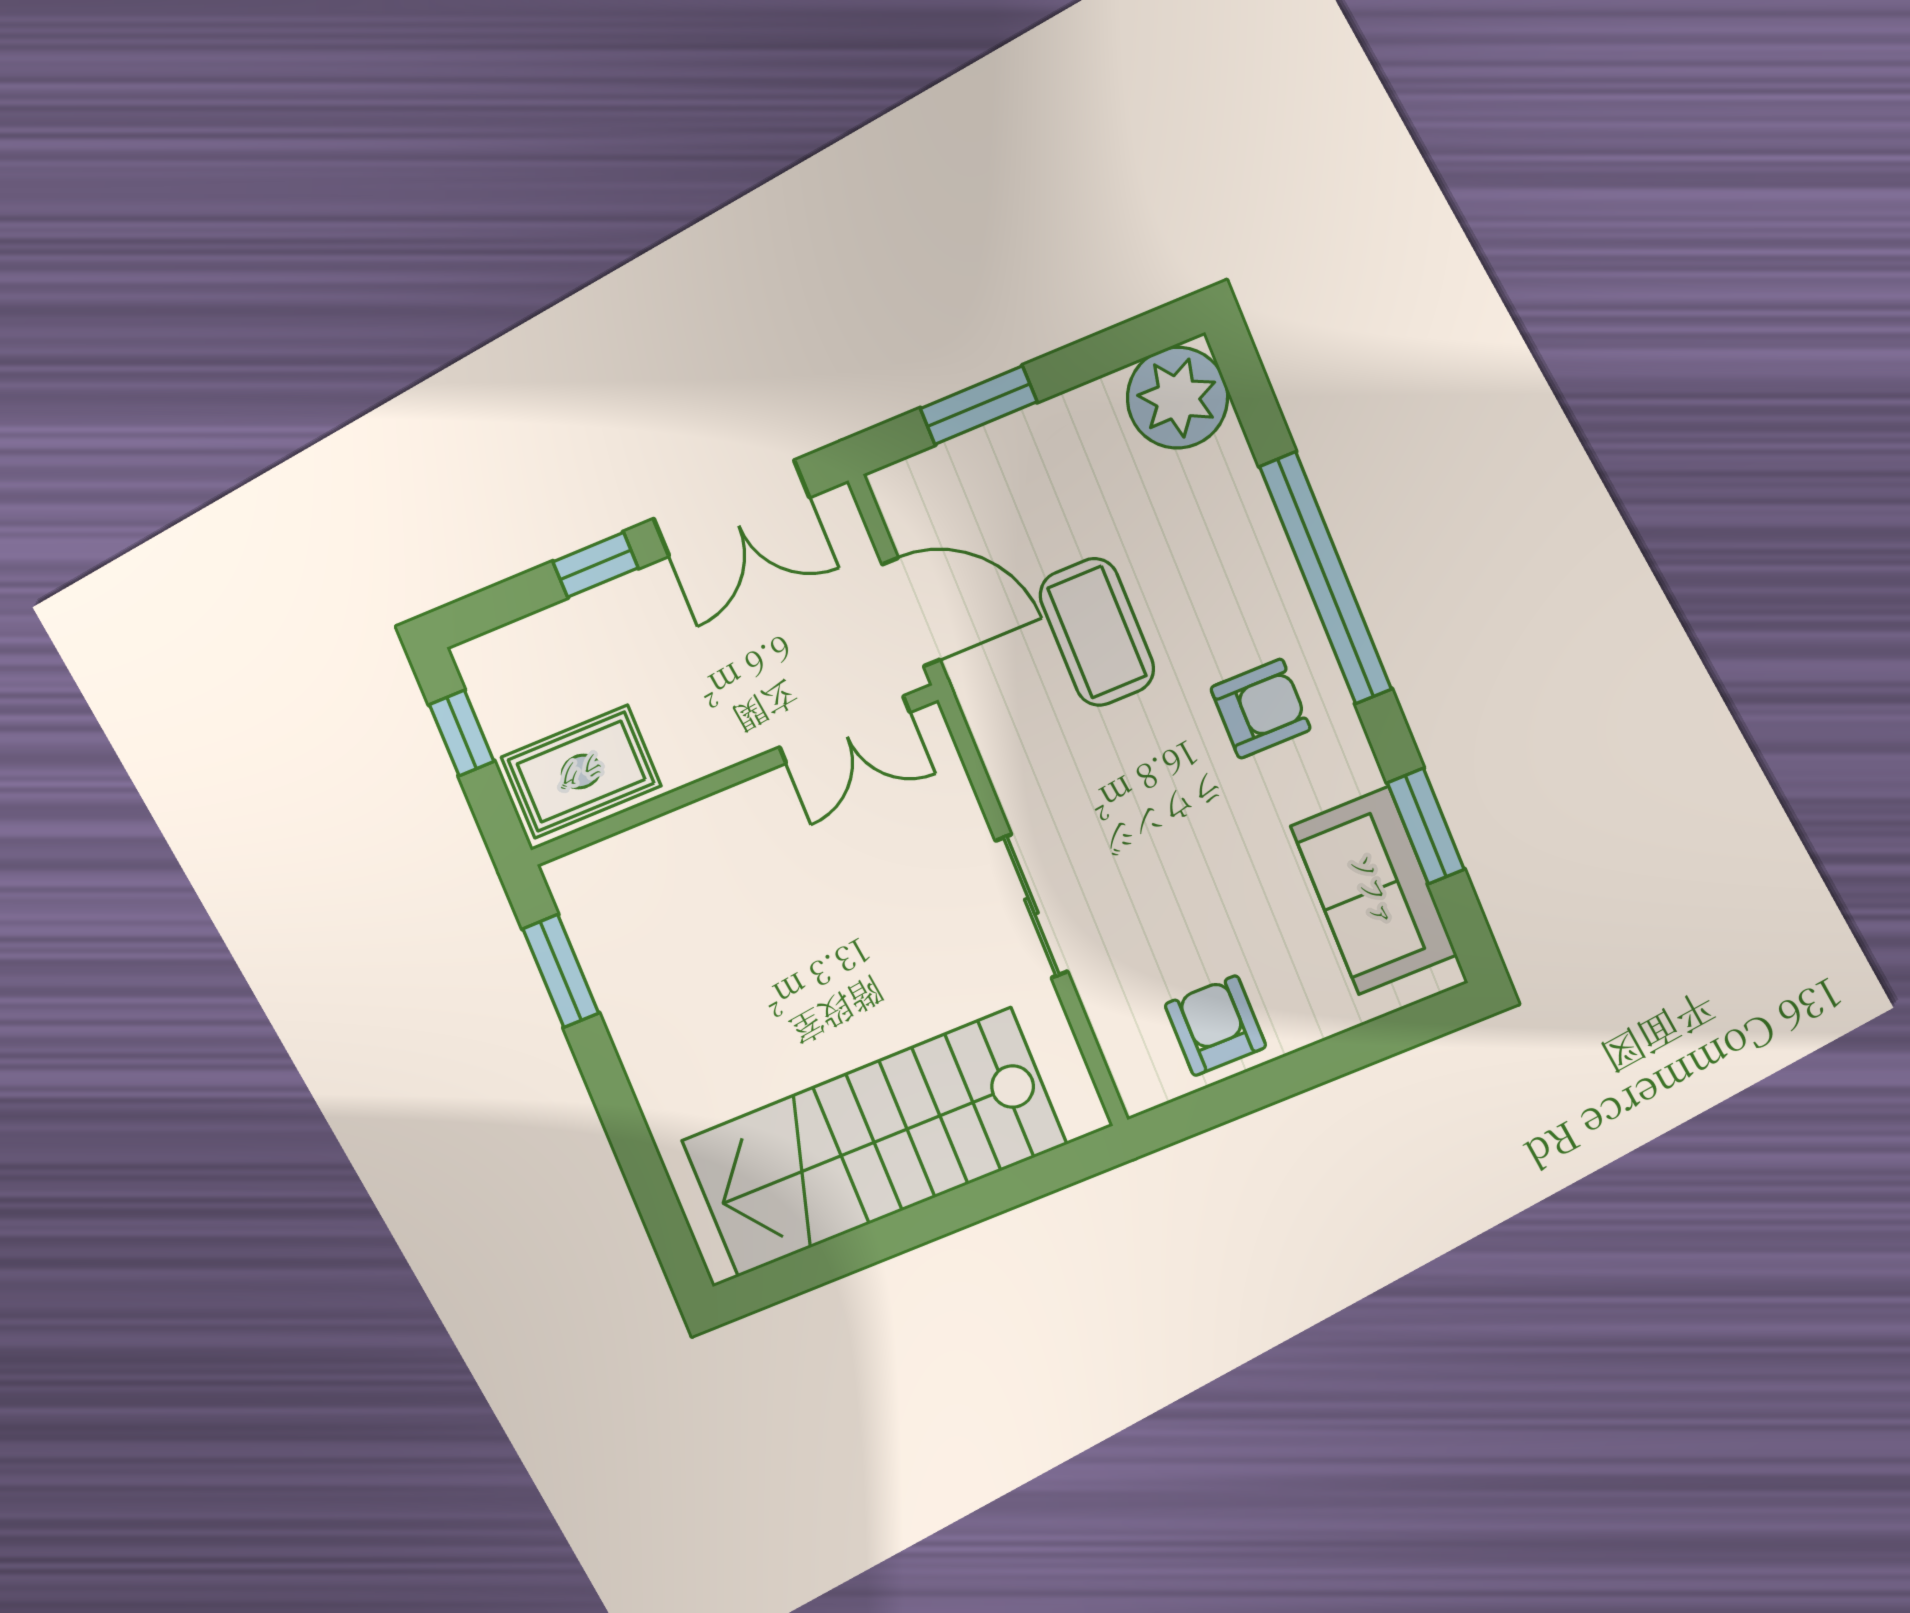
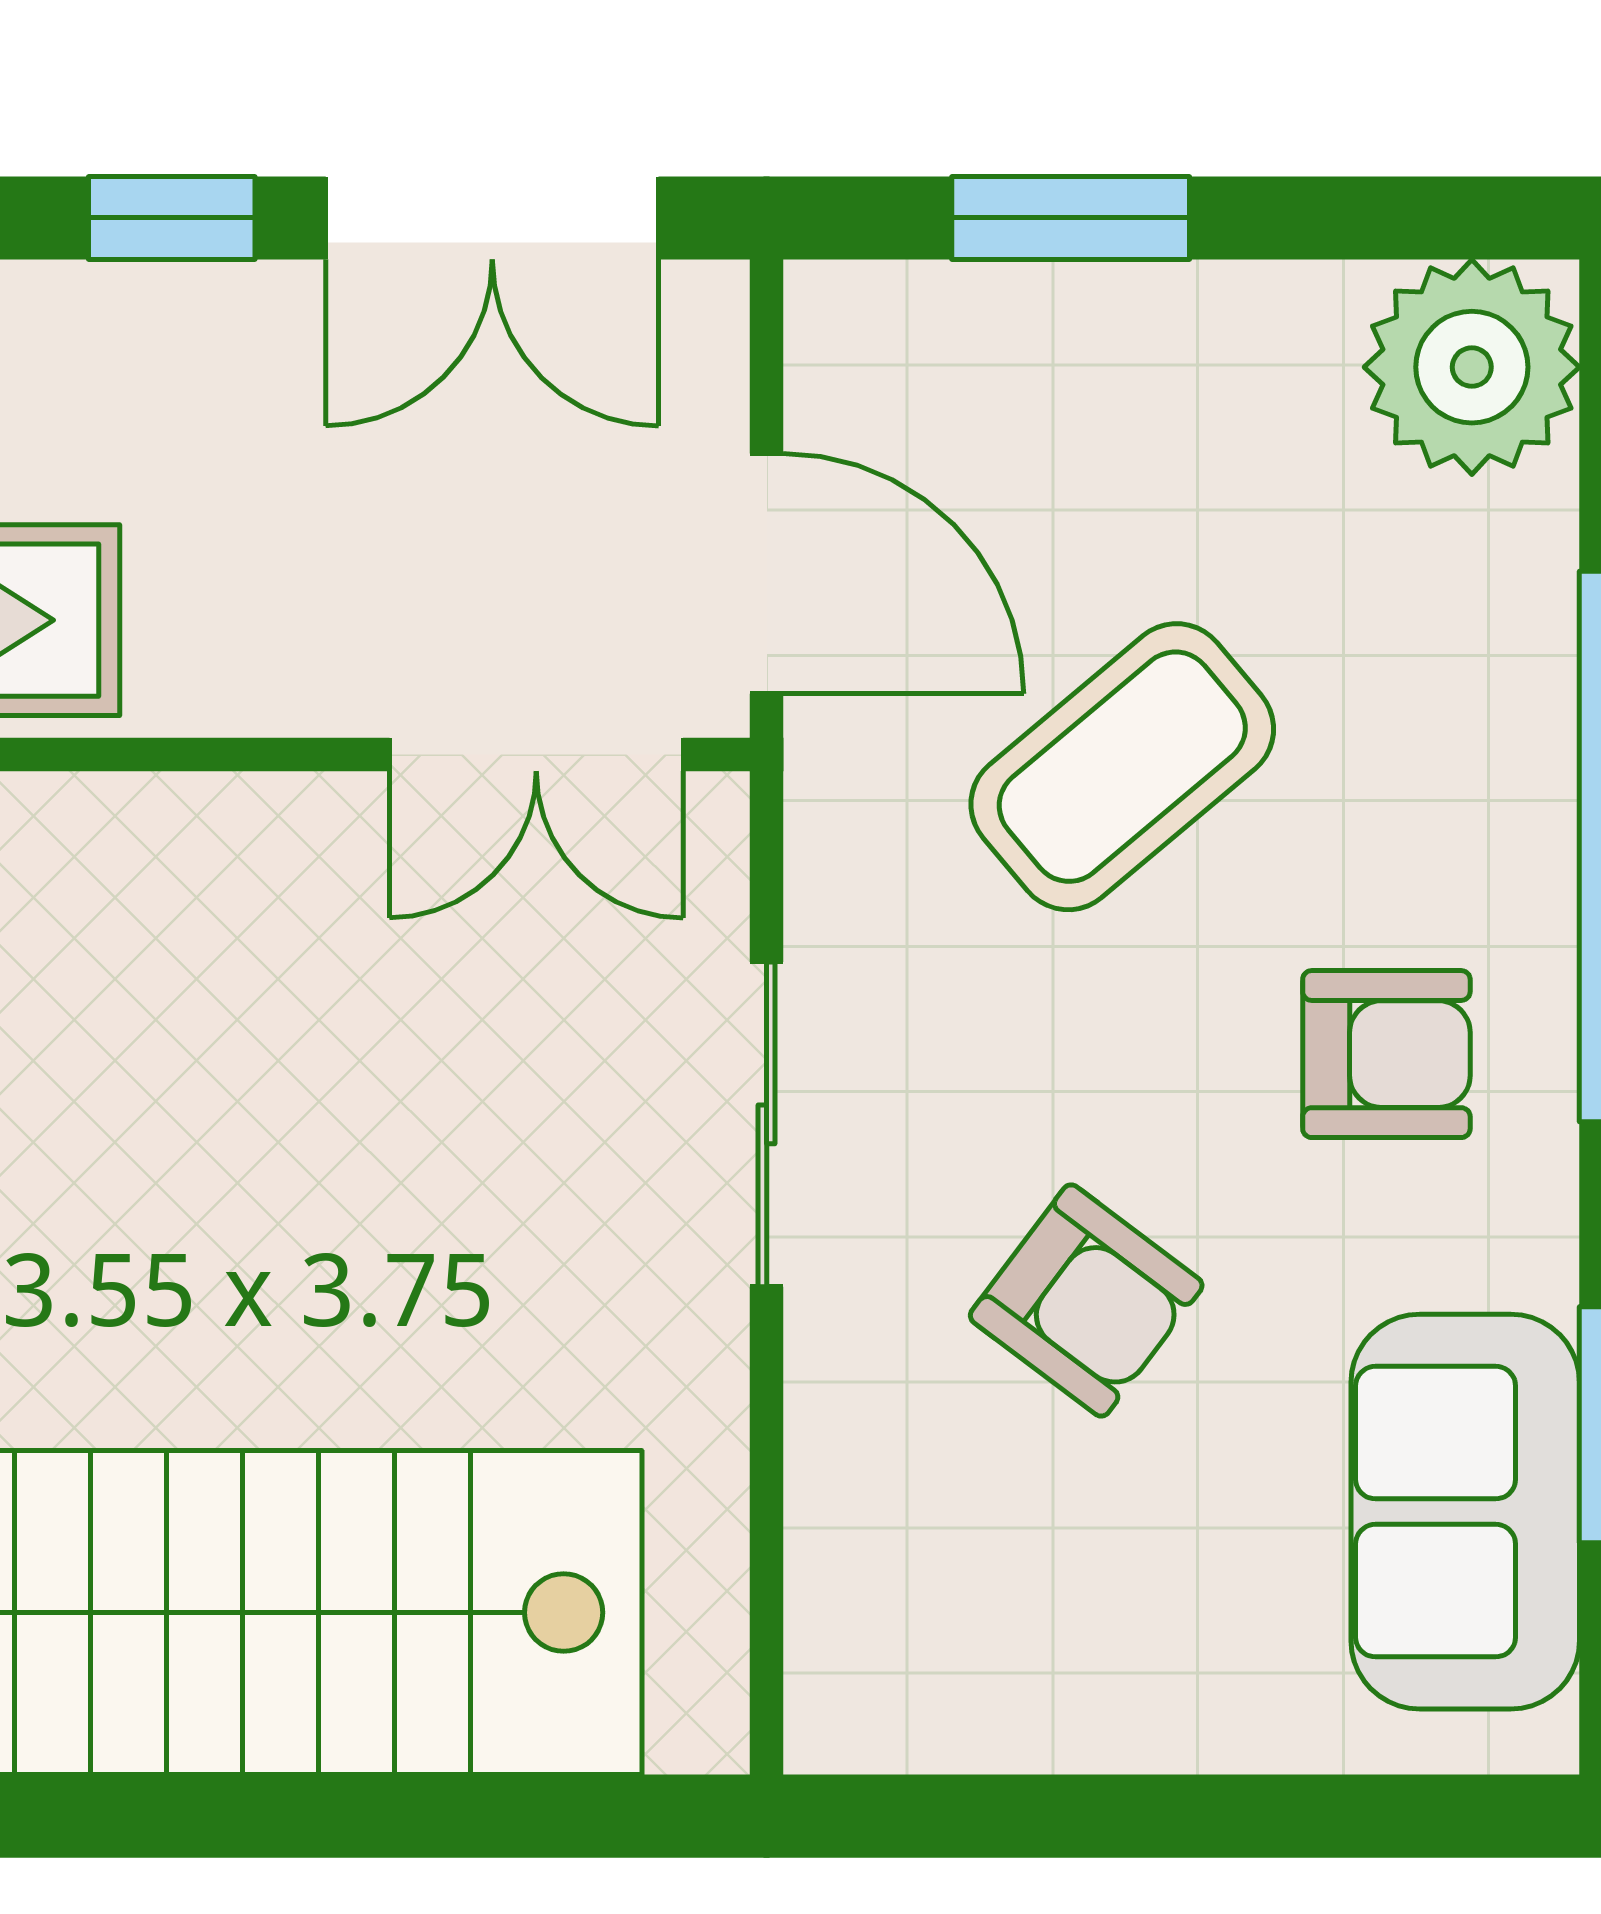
coffee table: (1097, 632) -> (1122, 767), turned 50
sliding door: (1031, 906) -> (767, 1124), moved
armchair: (1215, 1026) -> (1086, 1300), moved, turned 127

